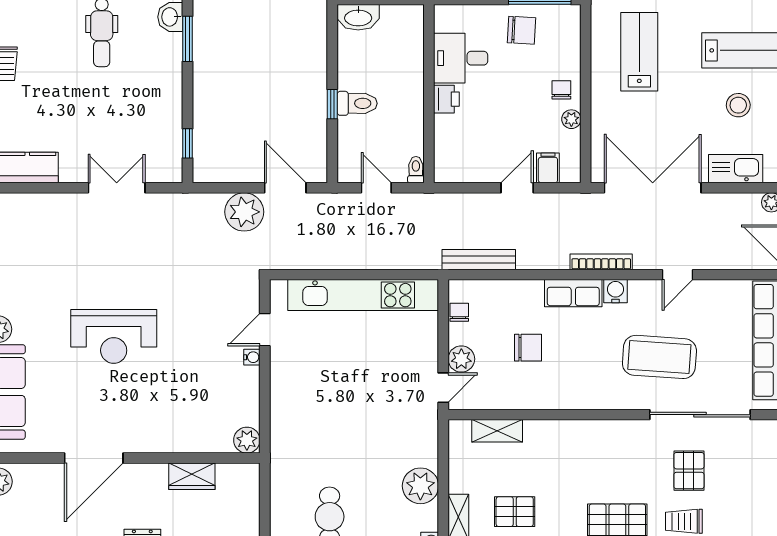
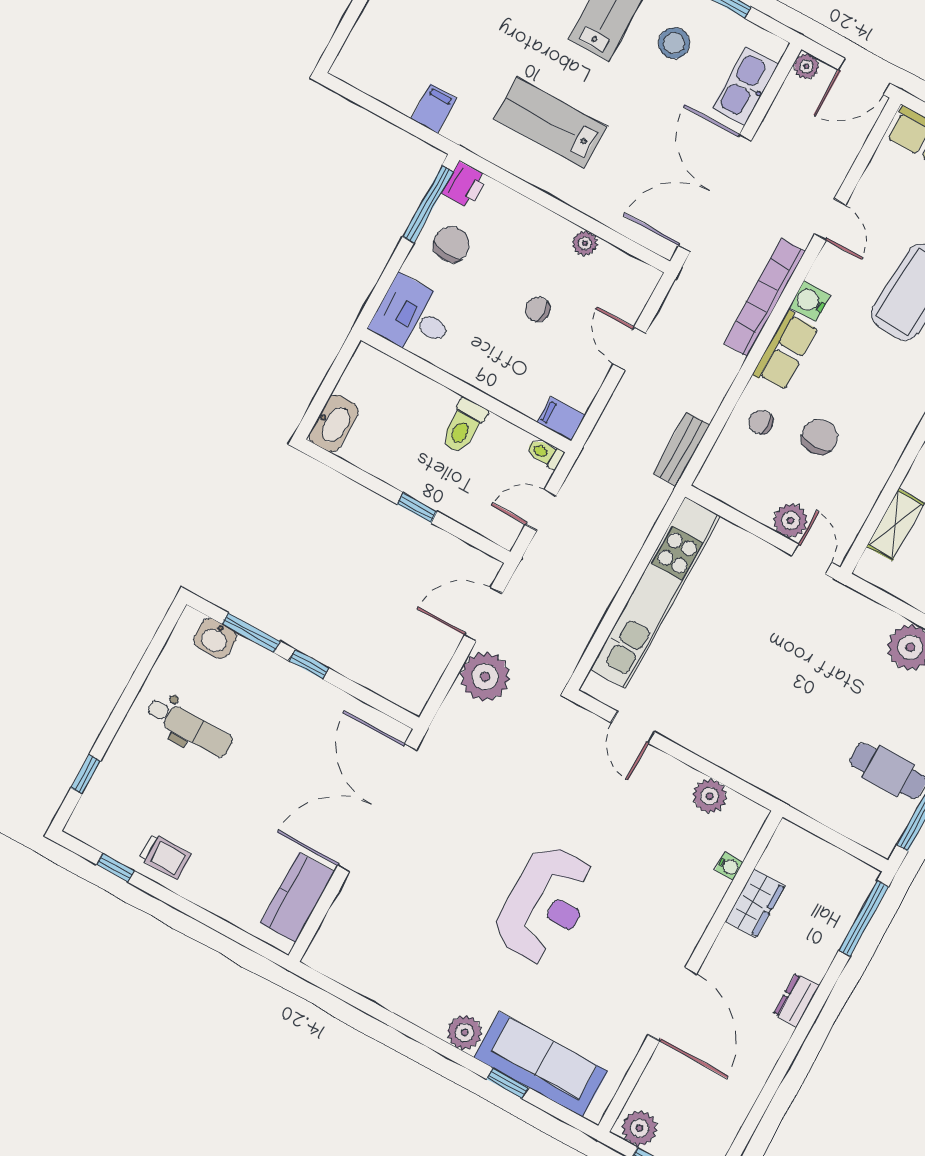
desk: (461, 58) -> (413, 317), moved, turned 90
chair: (561, 90) -> (538, 309), moved
printer: (446, 99) -> (465, 185), moved, turned 90
toilet: (357, 103) -> (463, 426), moved, turned 180
window: (188, 143) -> (309, 664), moved
filing cabinet: (548, 168) -> (561, 419), moved
double door: (117, 188) -> (377, 808), width x1.87
bench: (479, 260) -> (681, 449), width x0.73
bookcase: (601, 262) -> (765, 297), width x1.48, depth x1.31
chair: (459, 312) -> (761, 422), moved
water cooler: (252, 357) -> (729, 866), moved, turned 90
plant: (247, 440) -> (710, 796), moved

